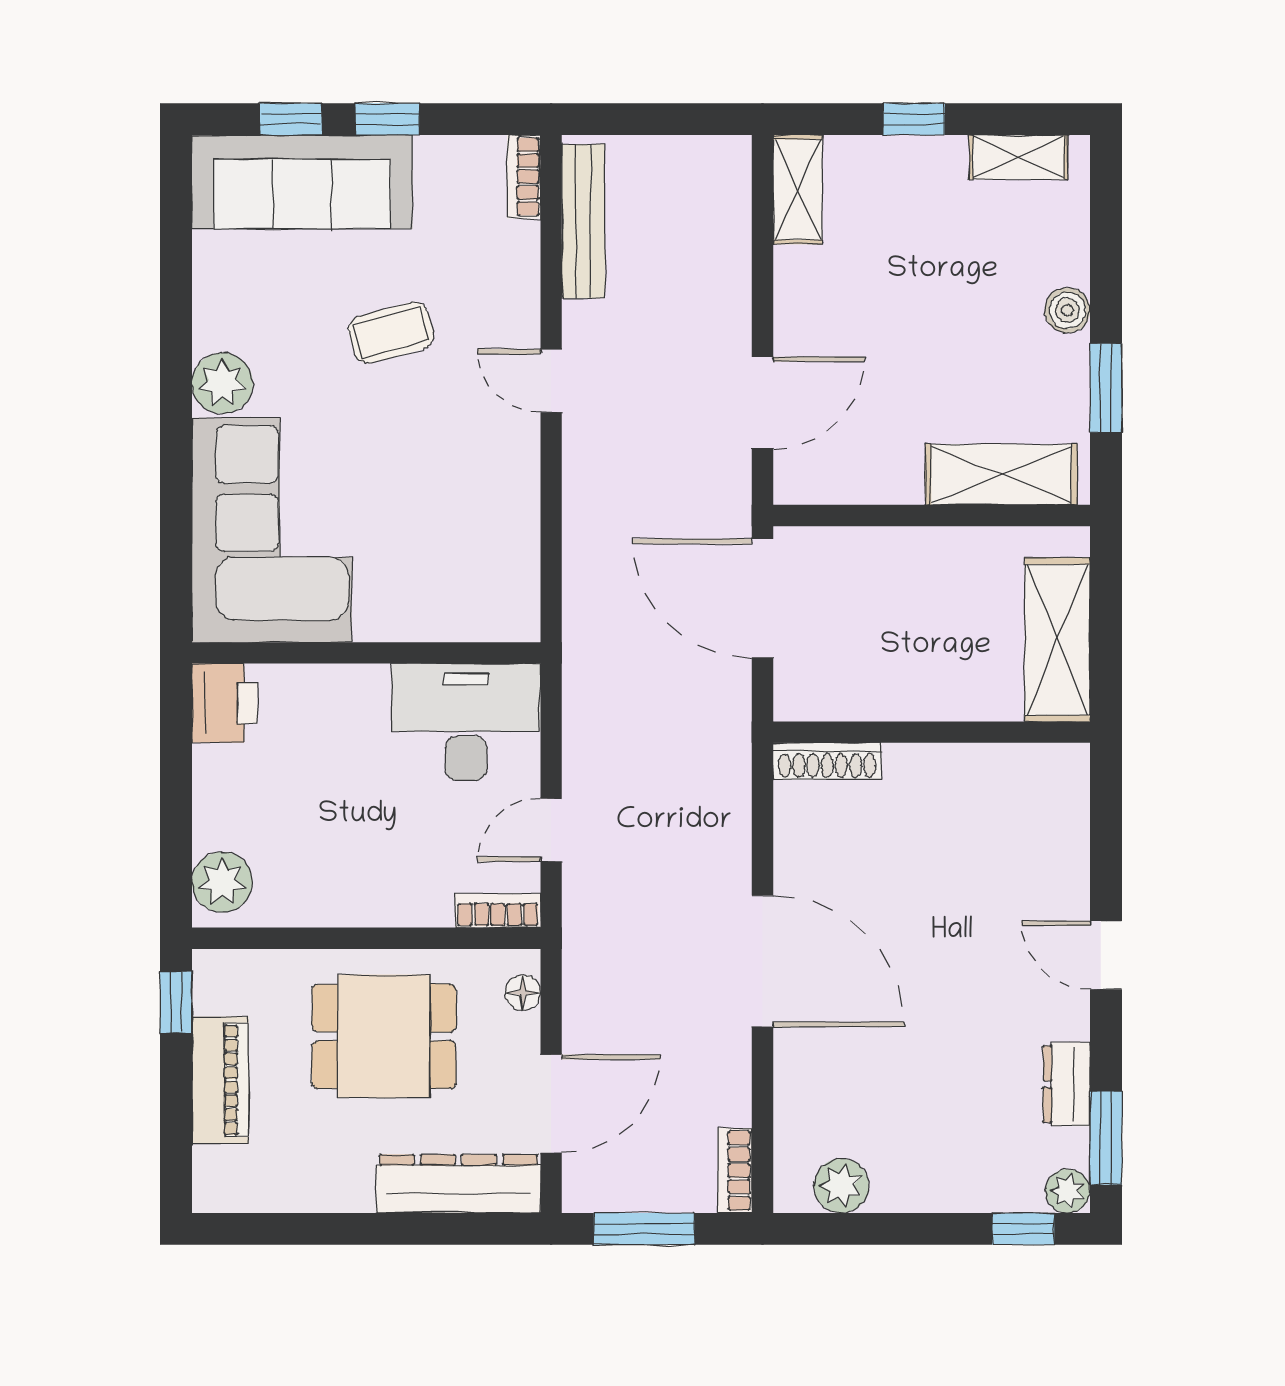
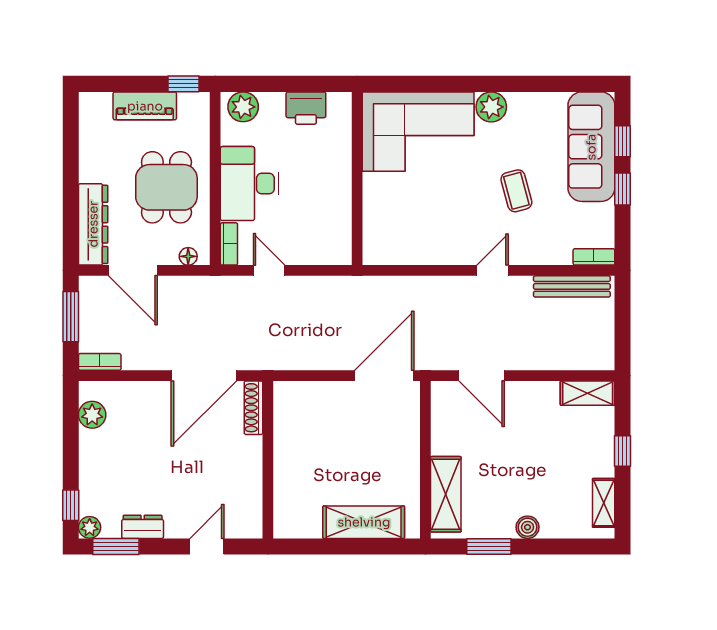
printer: (225, 703) -> (306, 108), moved
desk: (466, 722) -> (250, 184), moved, turned 180
wall: (932, 732) -> (268, 460), moved
shoe rack: (827, 761) -> (253, 408), moved

